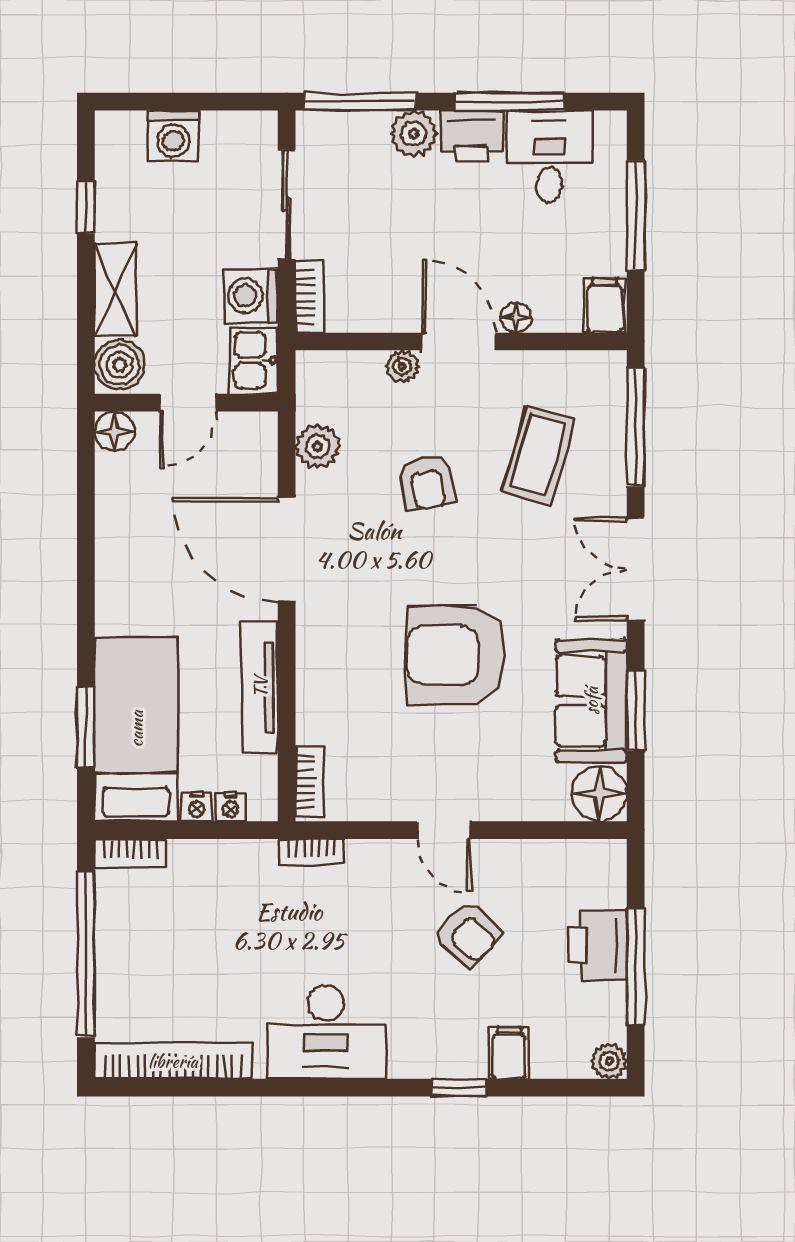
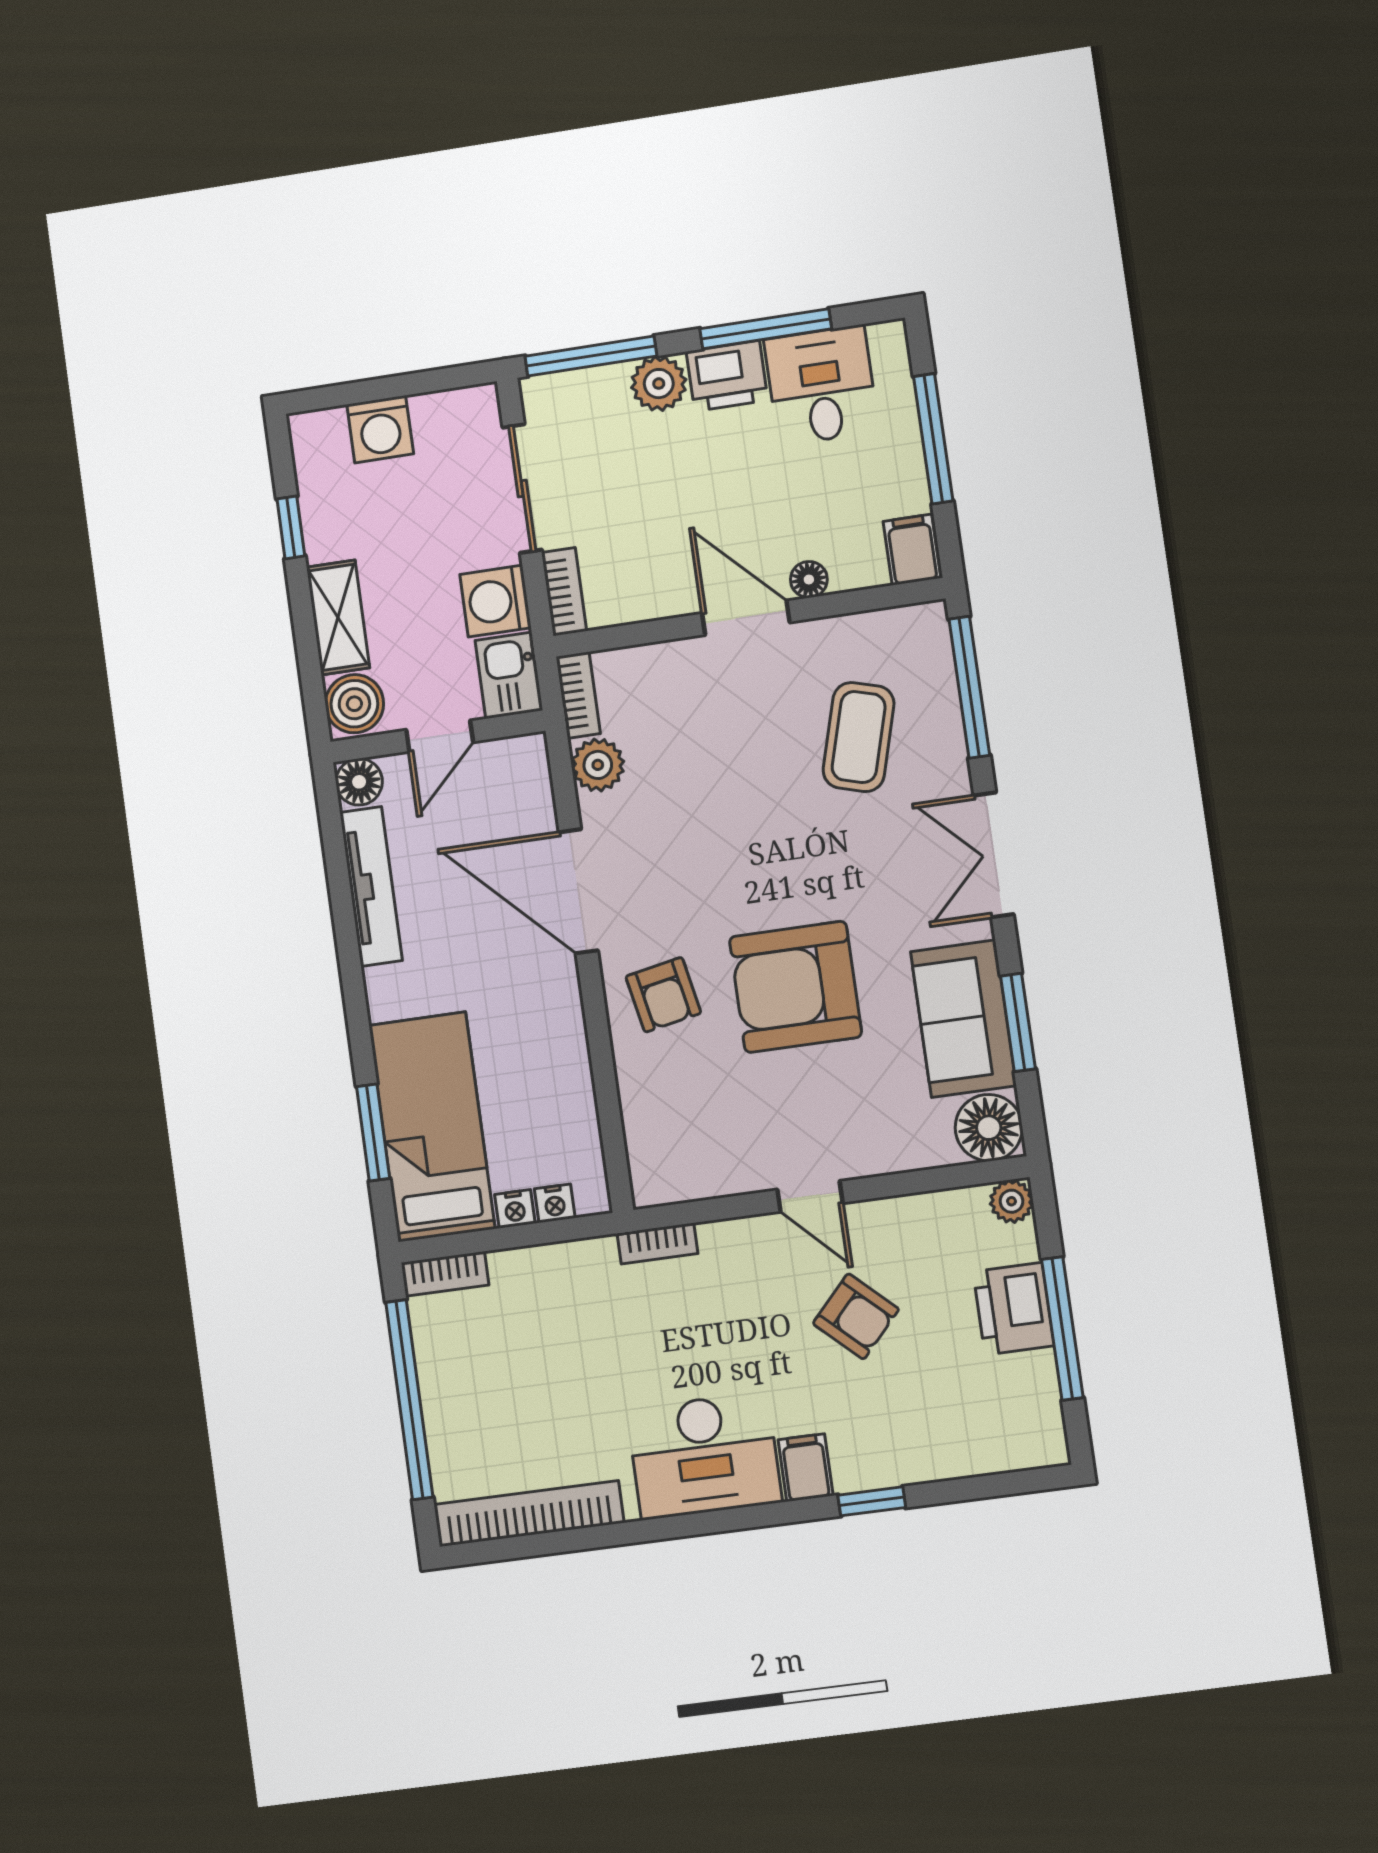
plant: (402, 367) -> (683, 657), removed
armchair: (427, 483) -> (663, 995), moved
tv unit: (260, 687) -> (371, 886), moved, turned 180
bookcase: (309, 782) -> (578, 695), moved
filing cabinet: (509, 1053) -> (806, 1468), moved
plant: (609, 1061) -> (1012, 1201), moved

